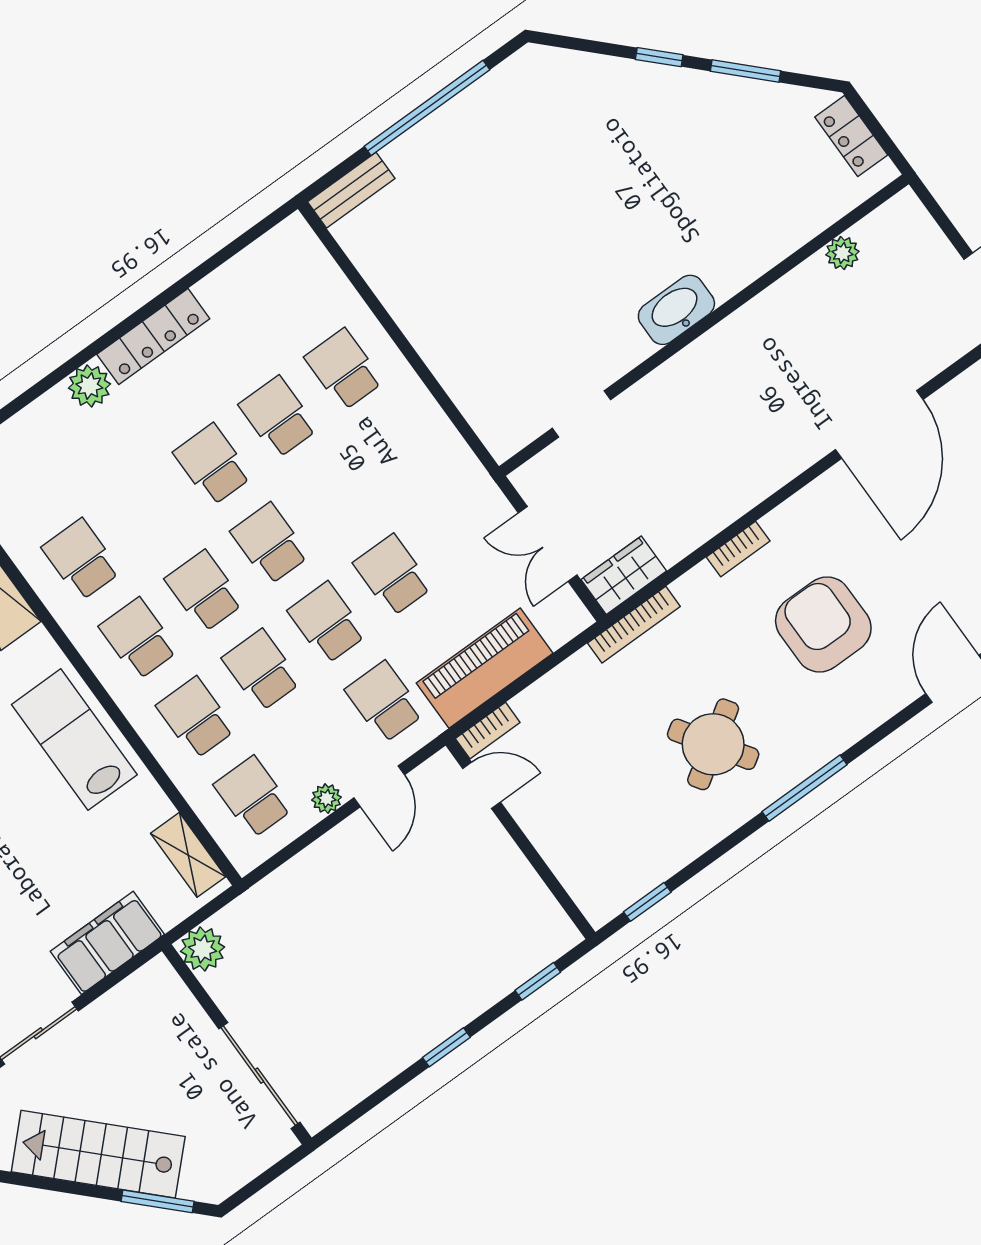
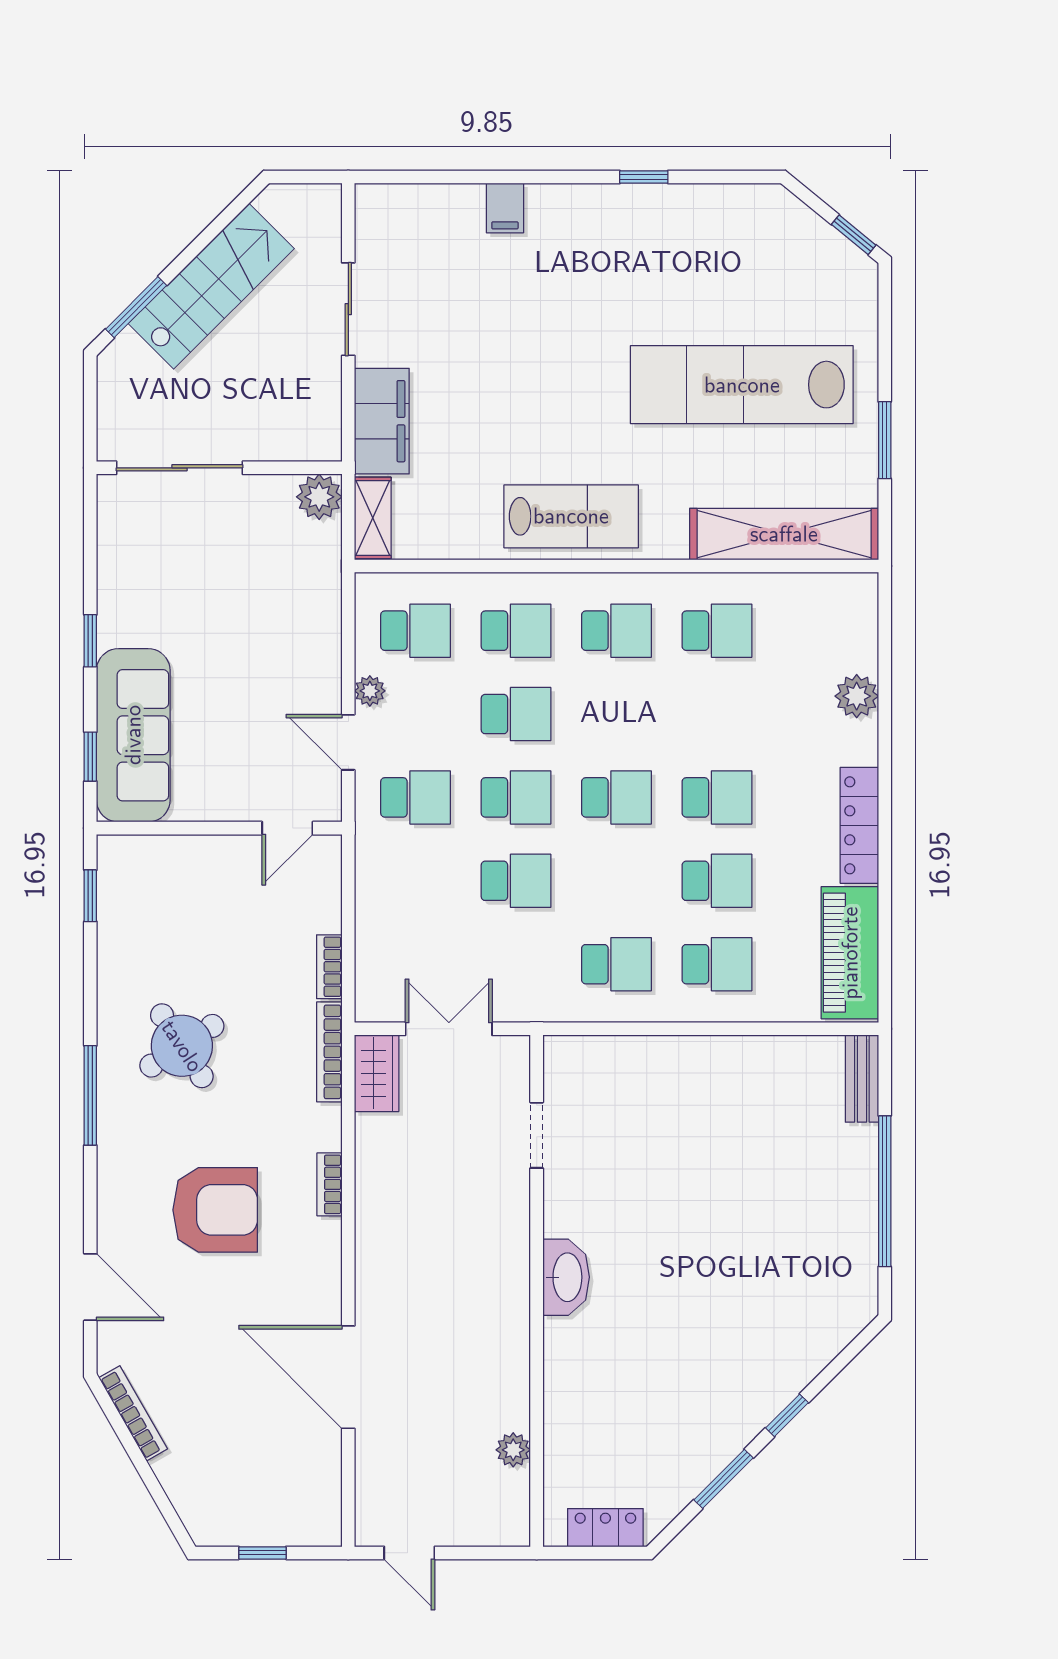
plant: (89, 386) -> (857, 696), moved
school desk: (204, 591) -> (616, 964), moved
piano: (485, 668) -> (850, 953), moved, turned 180
bookcase: (488, 731) -> (329, 967), moved
shelving: (188, 855) -> (373, 518), moved, turned 90
sofa: (496, 960) -> (133, 735), added

